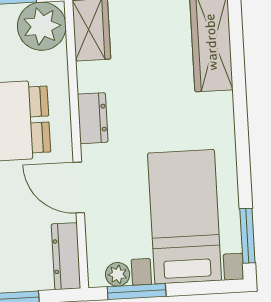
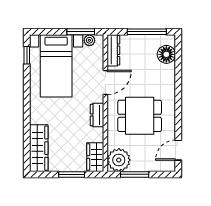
door: (79, 188) -> (105, 83), hinge flipped
window: (247, 236) -> (27, 55), width x0.67

